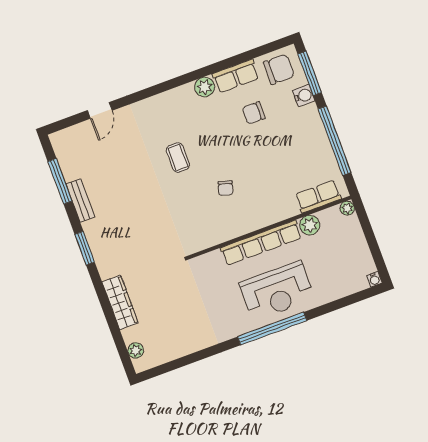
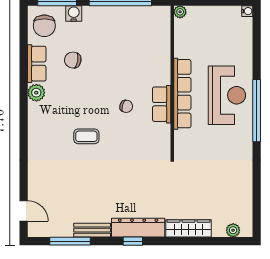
chair: (279, 69) -> (44, 26), turned 180
door: (100, 110) -> (24, 211), moved
chair: (254, 113) -> (73, 60), turned 100
row of seats: (318, 197) -> (162, 104), moved
plant: (310, 225) -> (183, 48), removed
window: (85, 248) -> (133, 241), width x0.67
dresser: (101, 248) -> (138, 228), added

